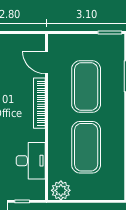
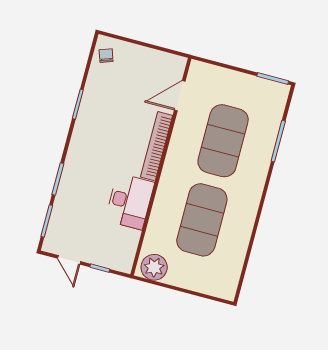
door: (47, 63) -> (180, 96), hinge flipped
desk: (31, 161) -> (130, 201), moved

